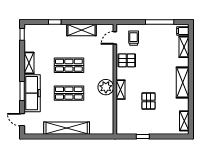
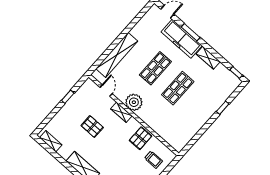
shelving: (81, 30) -> (197, 123), removed
door: (115, 38) -> (106, 91), moved
shelving: (67, 128) -> (117, 55), moved

